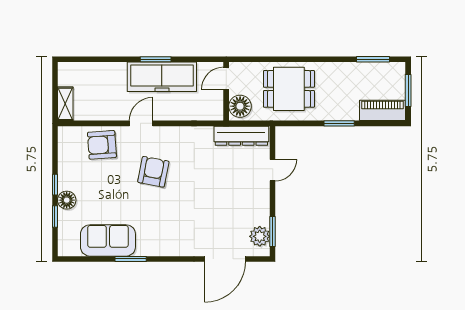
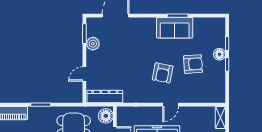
armchair: (102, 145) -> (193, 64), moved
plant: (260, 236) -> (93, 44), moved
sofa: (108, 240) -> (175, 28), moved

